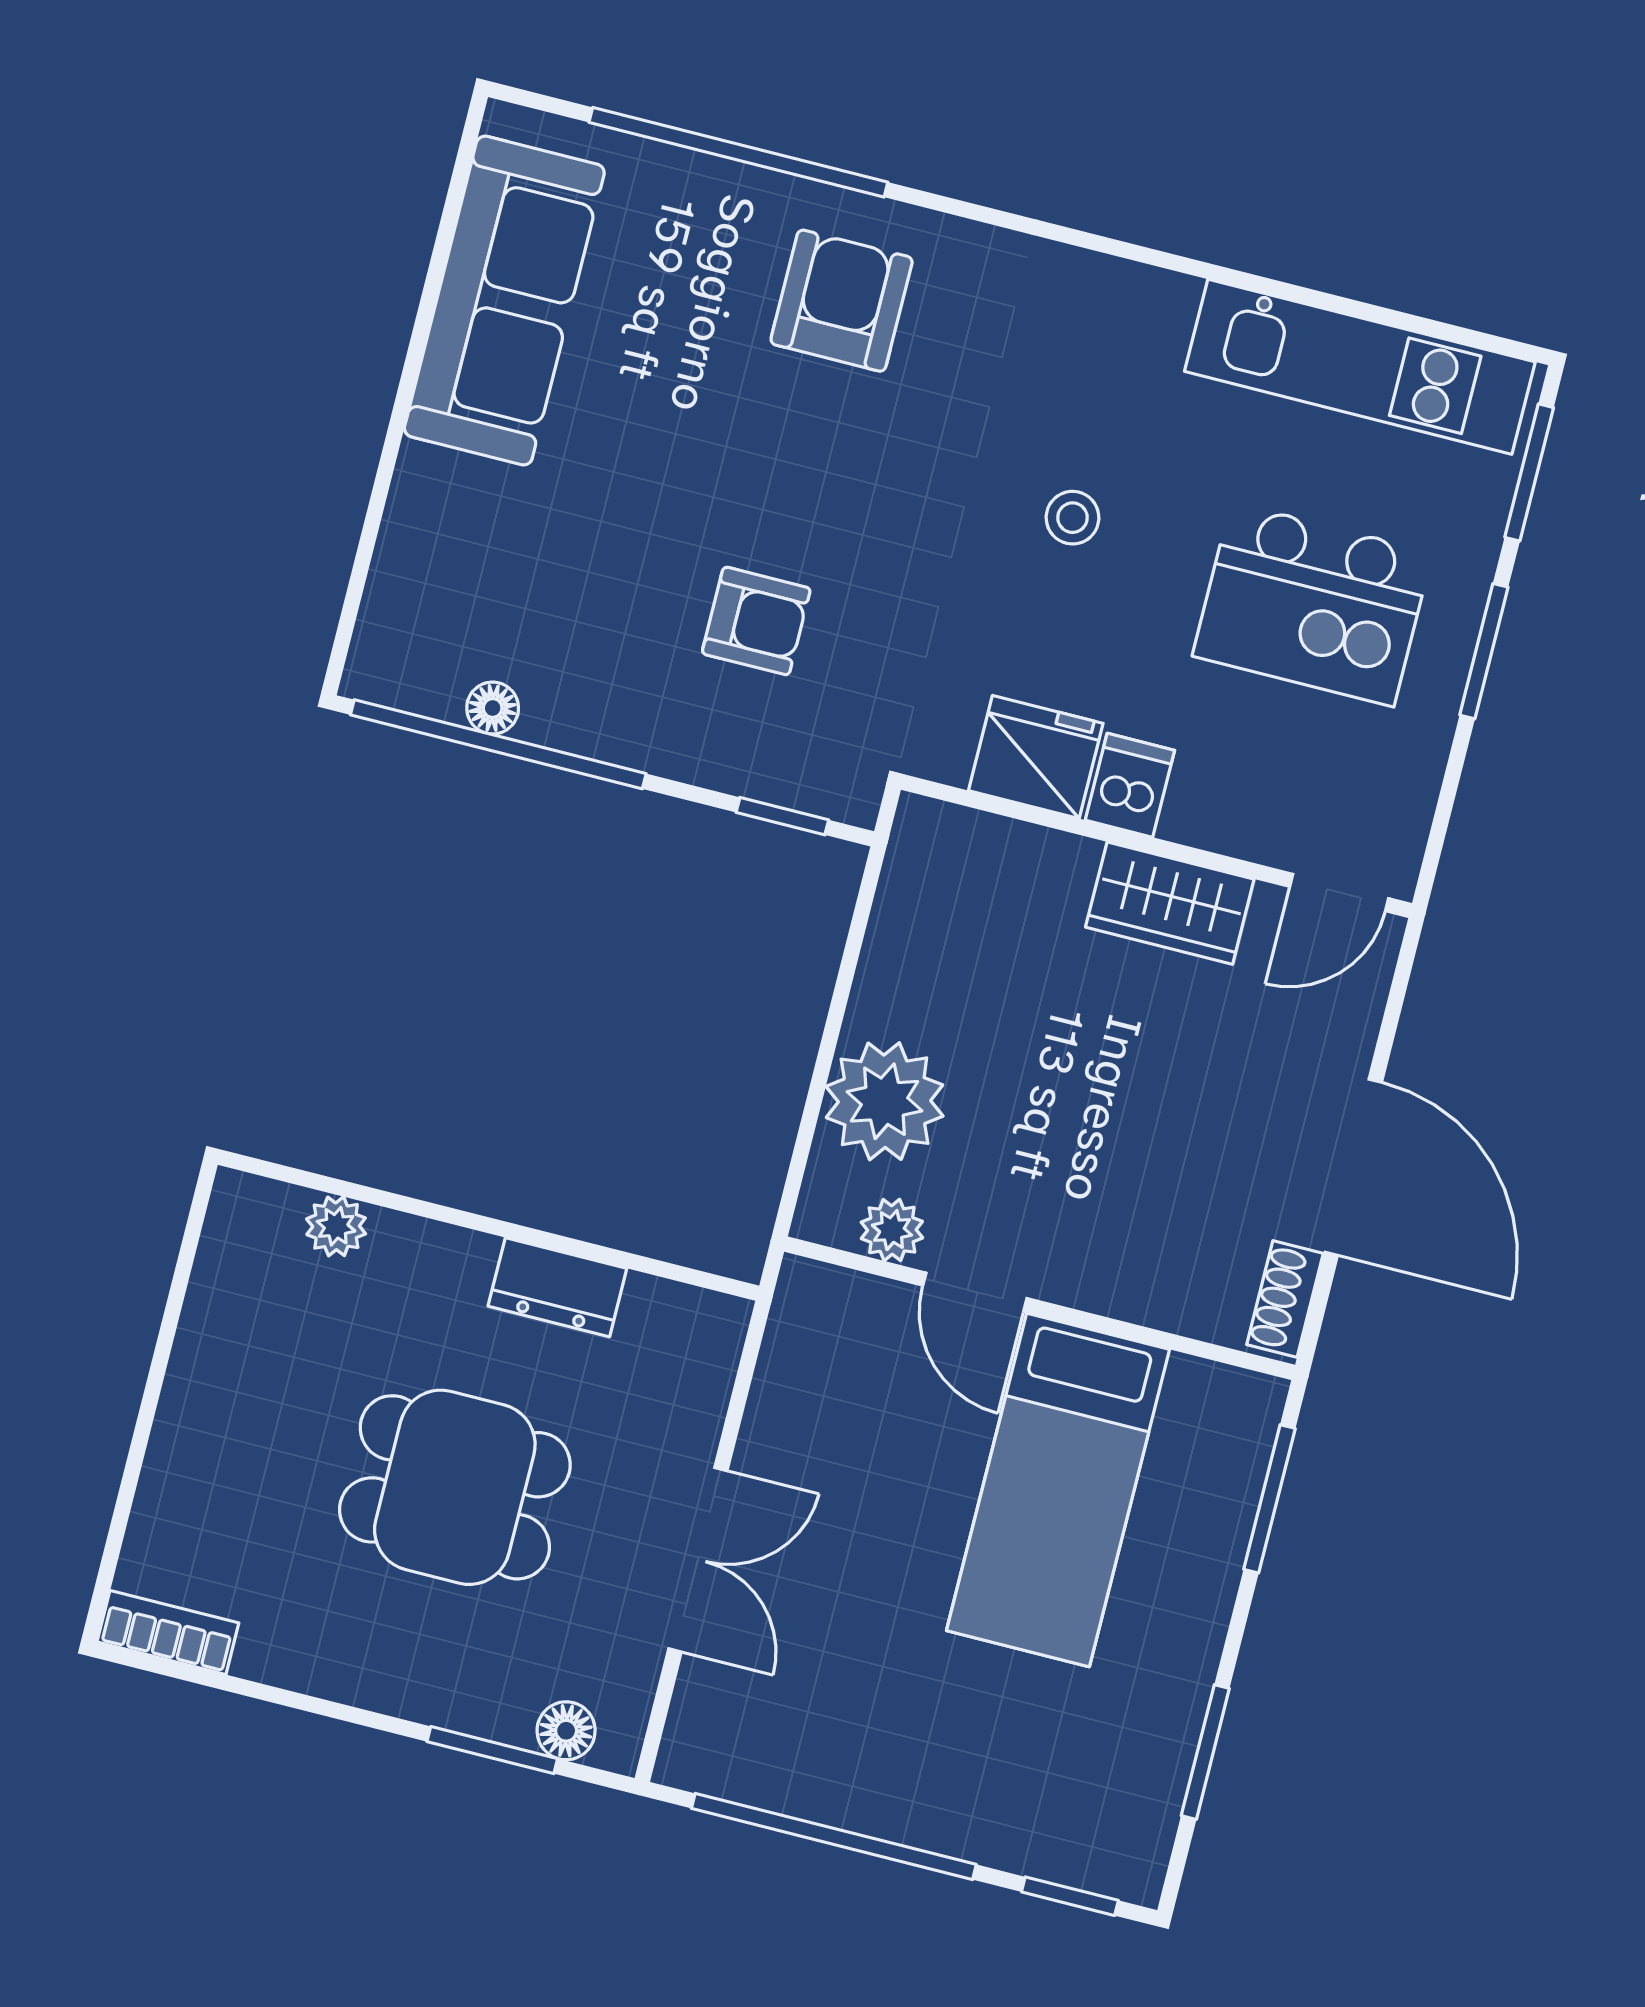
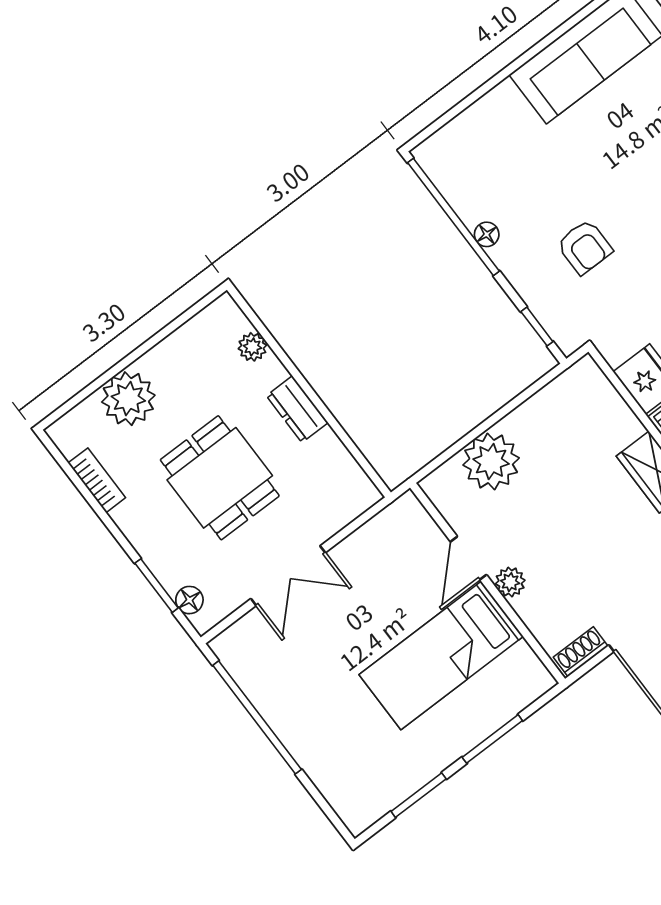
floor lamp: (493, 708) -> (487, 234), moved
plant: (892, 1230) -> (510, 582), moved
dresser: (557, 1287) -> (297, 409), moved
plant: (198, 1477) -> (128, 399), added
window: (1269, 1499) -> (492, 739), moved
bookcase: (168, 1632) -> (97, 480), moved
window: (1070, 1896) -> (326, 809), removed

